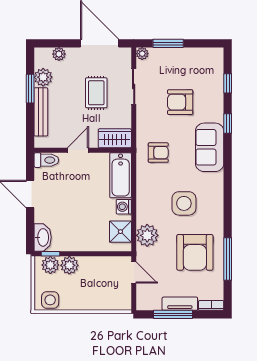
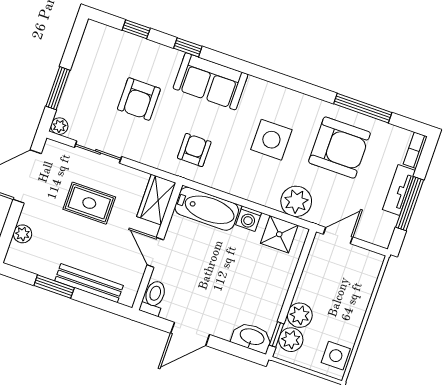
plant: (43, 77) -> (45, 265), removed

